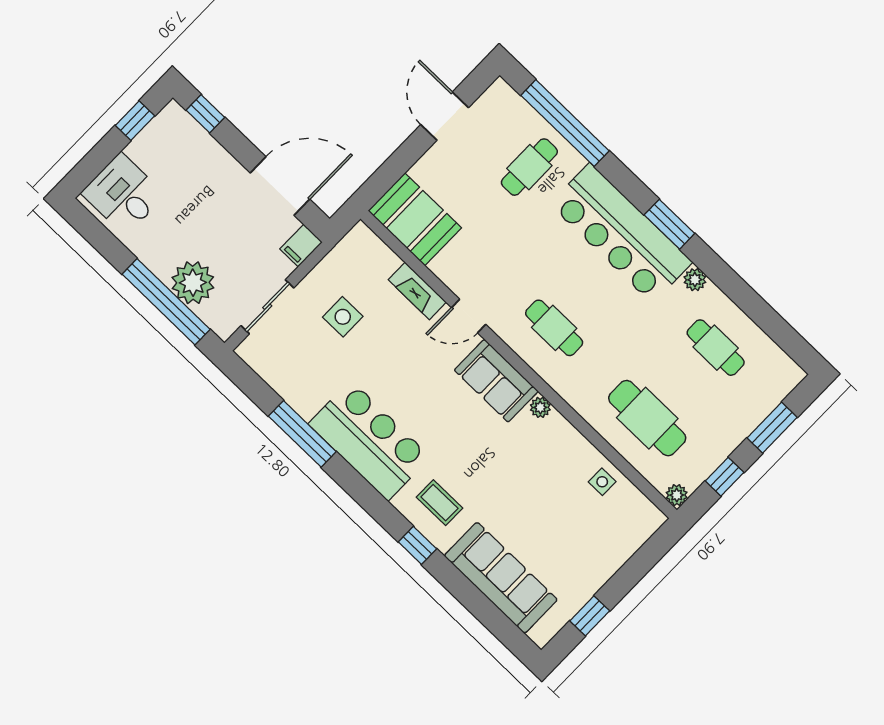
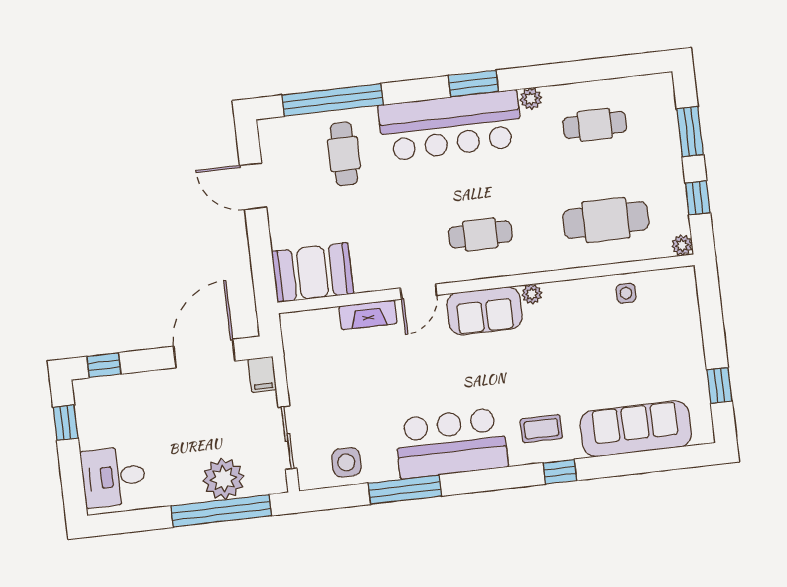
side table: (343, 317) -> (346, 462), moved

